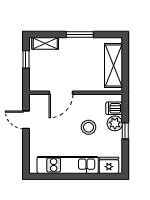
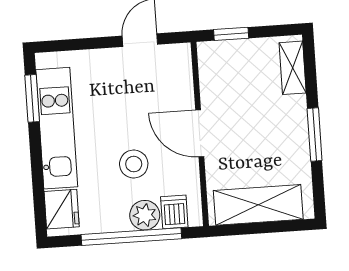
window: (26, 59) -> (231, 34), moved
door: (61, 93) -> (200, 133), moved
window: (125, 131) -> (131, 237), width x3.17
window: (52, 176) -> (32, 98), added

